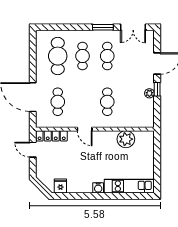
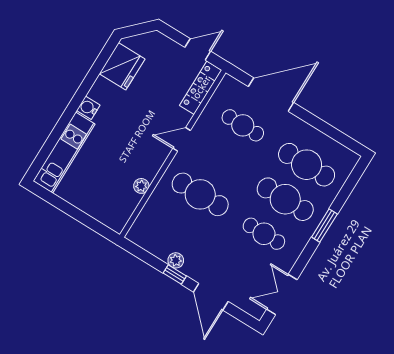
window: (103, 27) -> (324, 225), moved
cafe table: (83, 56) -> (285, 199), width x1.37, depth x1.35
cafe table: (107, 102) -> (200, 194), width x1.37, depth x1.35
plant: (126, 139) -> (141, 186), width x0.53, depth x0.53
fridge: (60, 186) -> (122, 66), width x1.88, depth x1.34

